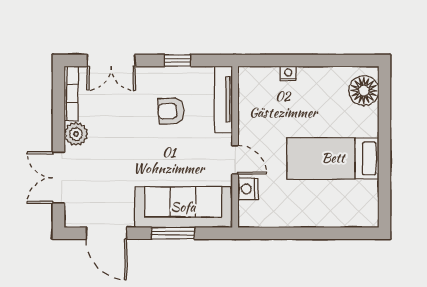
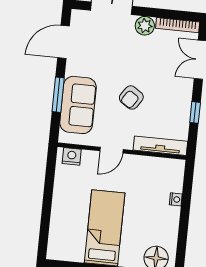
armchair: (171, 111) -> (131, 97), moved, turned -144
nightstand: (248, 189) -> (72, 156), moved
sofa: (183, 207) -> (78, 105), width x0.73

